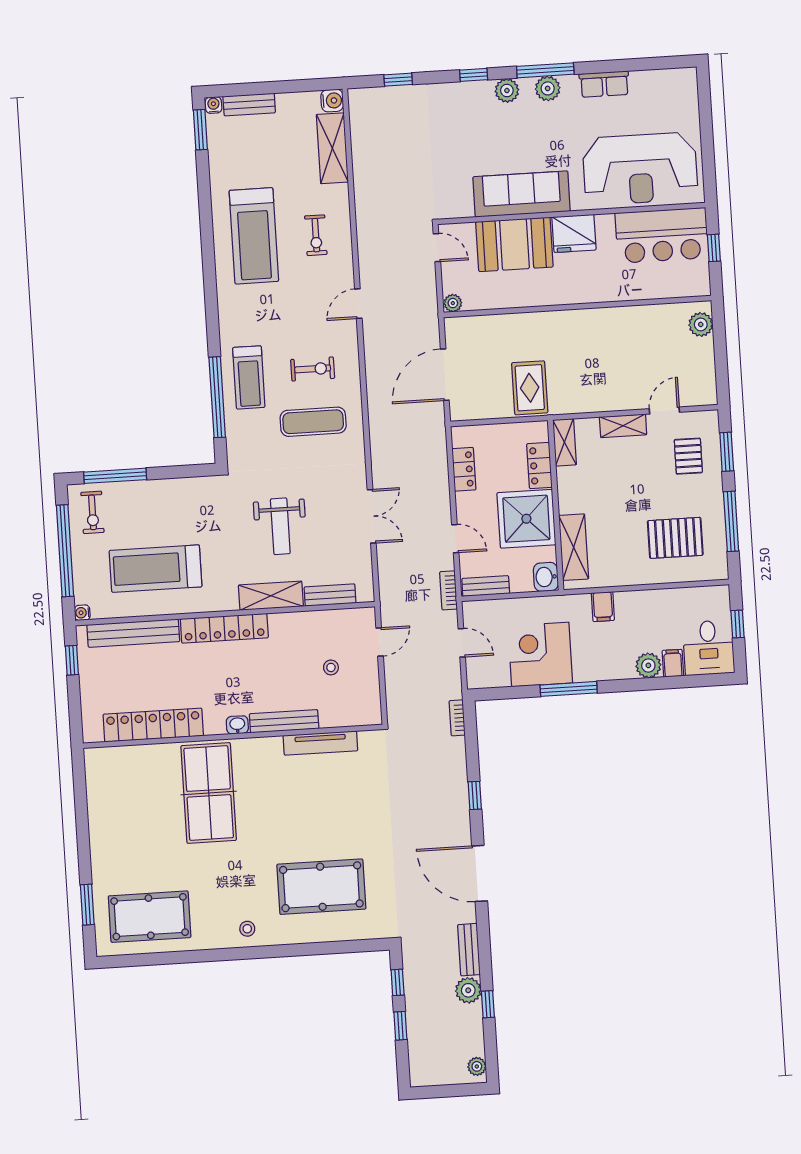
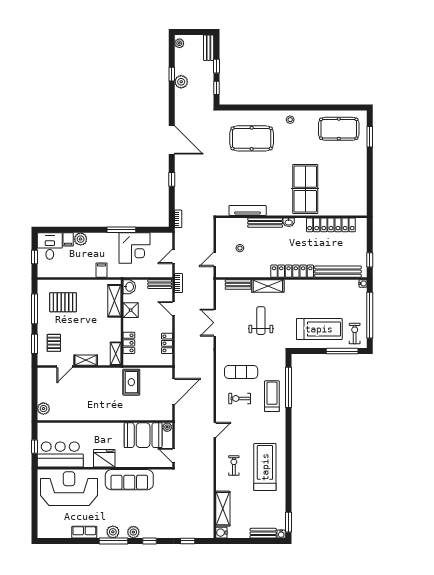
booth: (514, 244) -> (143, 435), moved
shower: (526, 519) -> (131, 310), width x0.54, depth x0.54
treadmill: (156, 569) -> (319, 329), moved
door: (462, 643) -> (173, 256), hinge flipped
bench: (469, 950) -> (209, 48), moved

